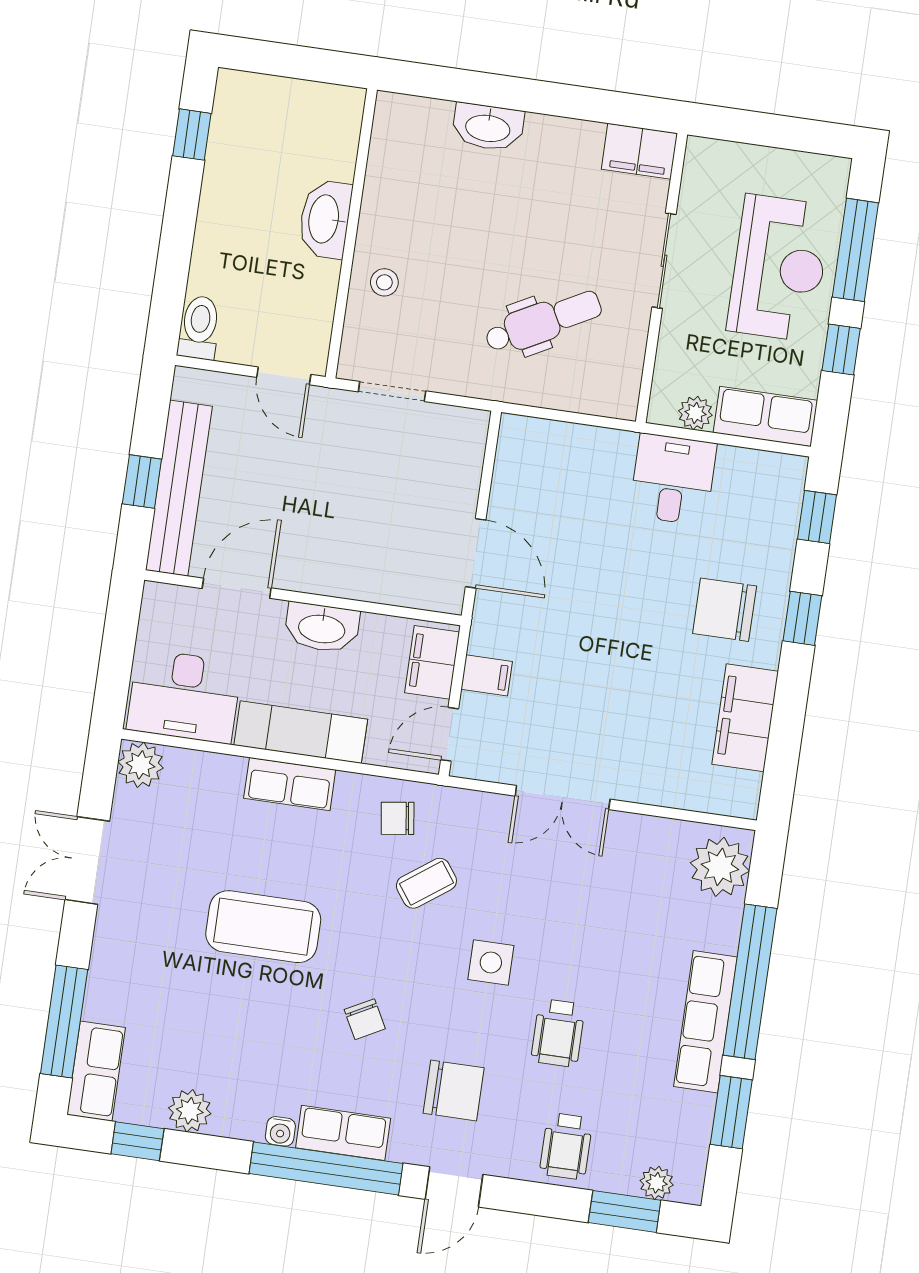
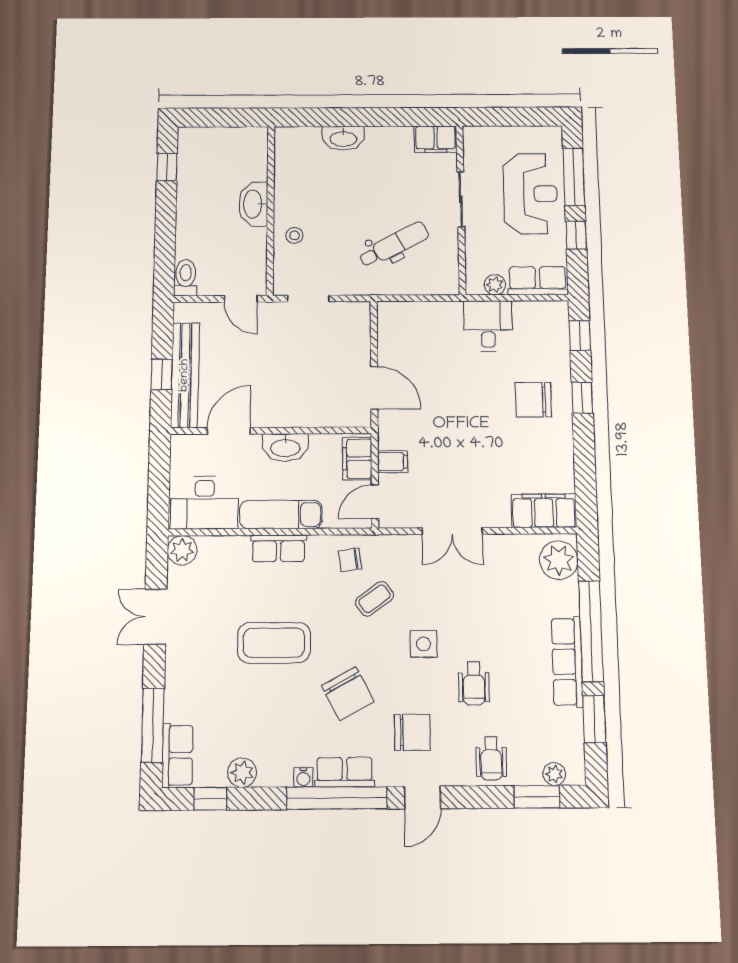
filing cabinet: (745, 718) -> (544, 511), moved, turned 90
chair: (365, 1019) -> (348, 694), width x1.87, depth x1.87

